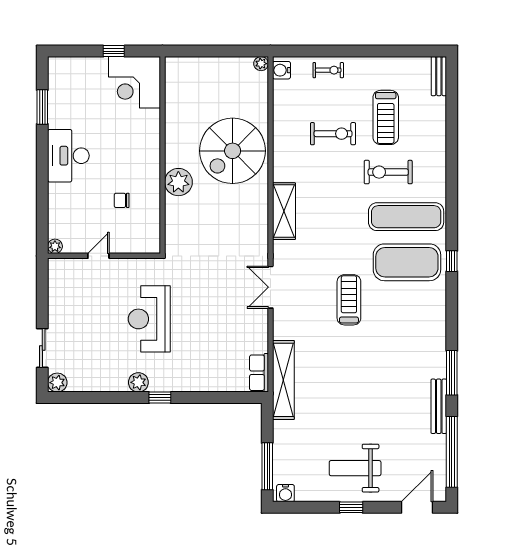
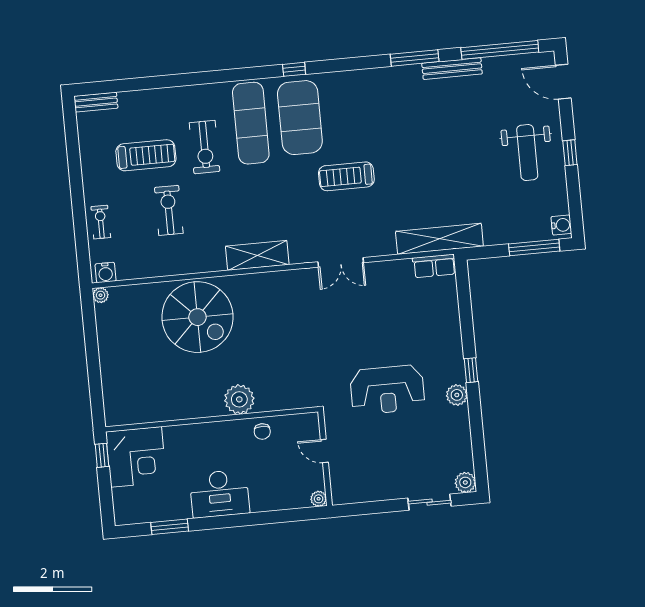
corner desk: (134, 82) -> (136, 457), moved
wall: (162, 155) -> (212, 419), moved
plant: (178, 182) -> (239, 399), moved

